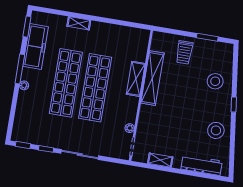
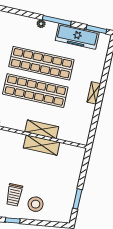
shelving: (79, 23) -> (94, 93), moved
trolley: (184, 52) -> (14, 195), moved, turned -91
shelving: (152, 78) -> (42, 145), width x0.68

